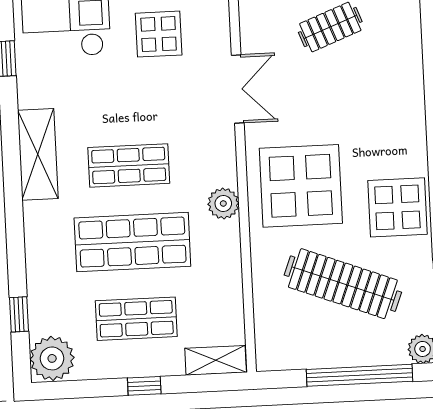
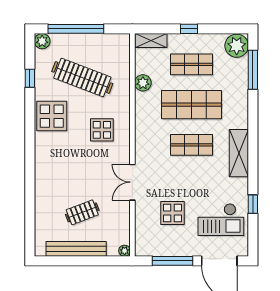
display table: (301, 186) -> (102, 130), width x0.54, depth x0.54
plant: (223, 203) -> (143, 83), moved
window: (19, 314) -> (253, 70), width x2.17

